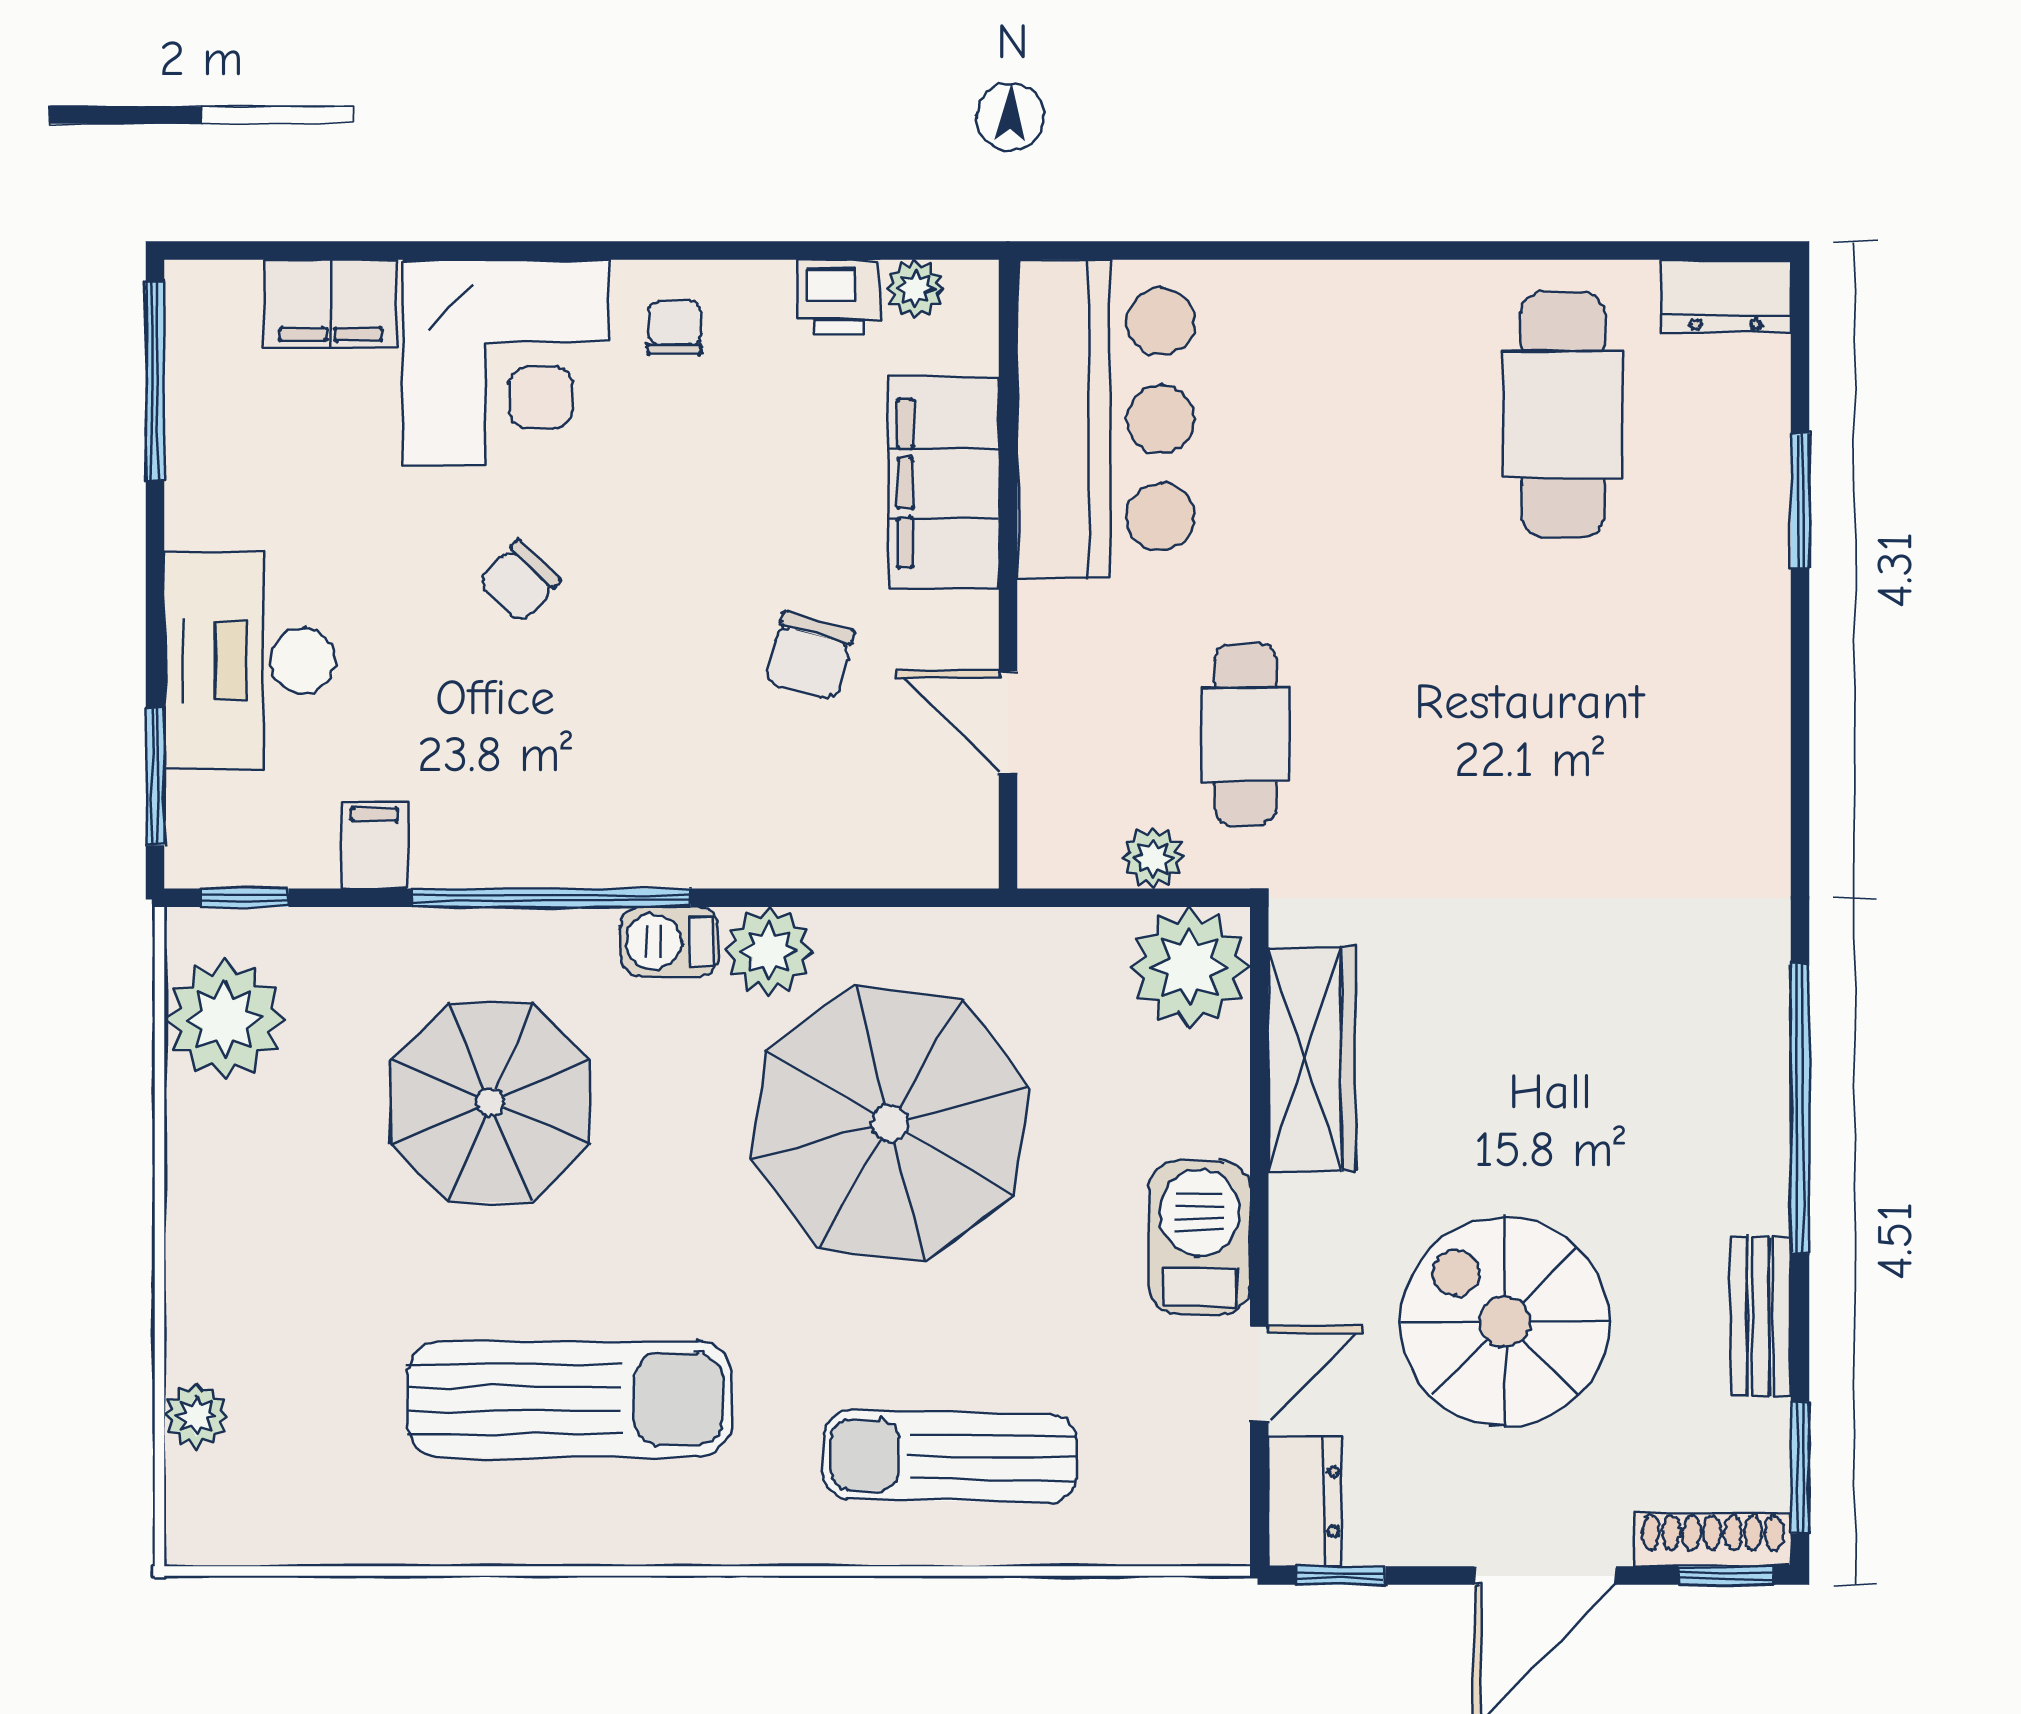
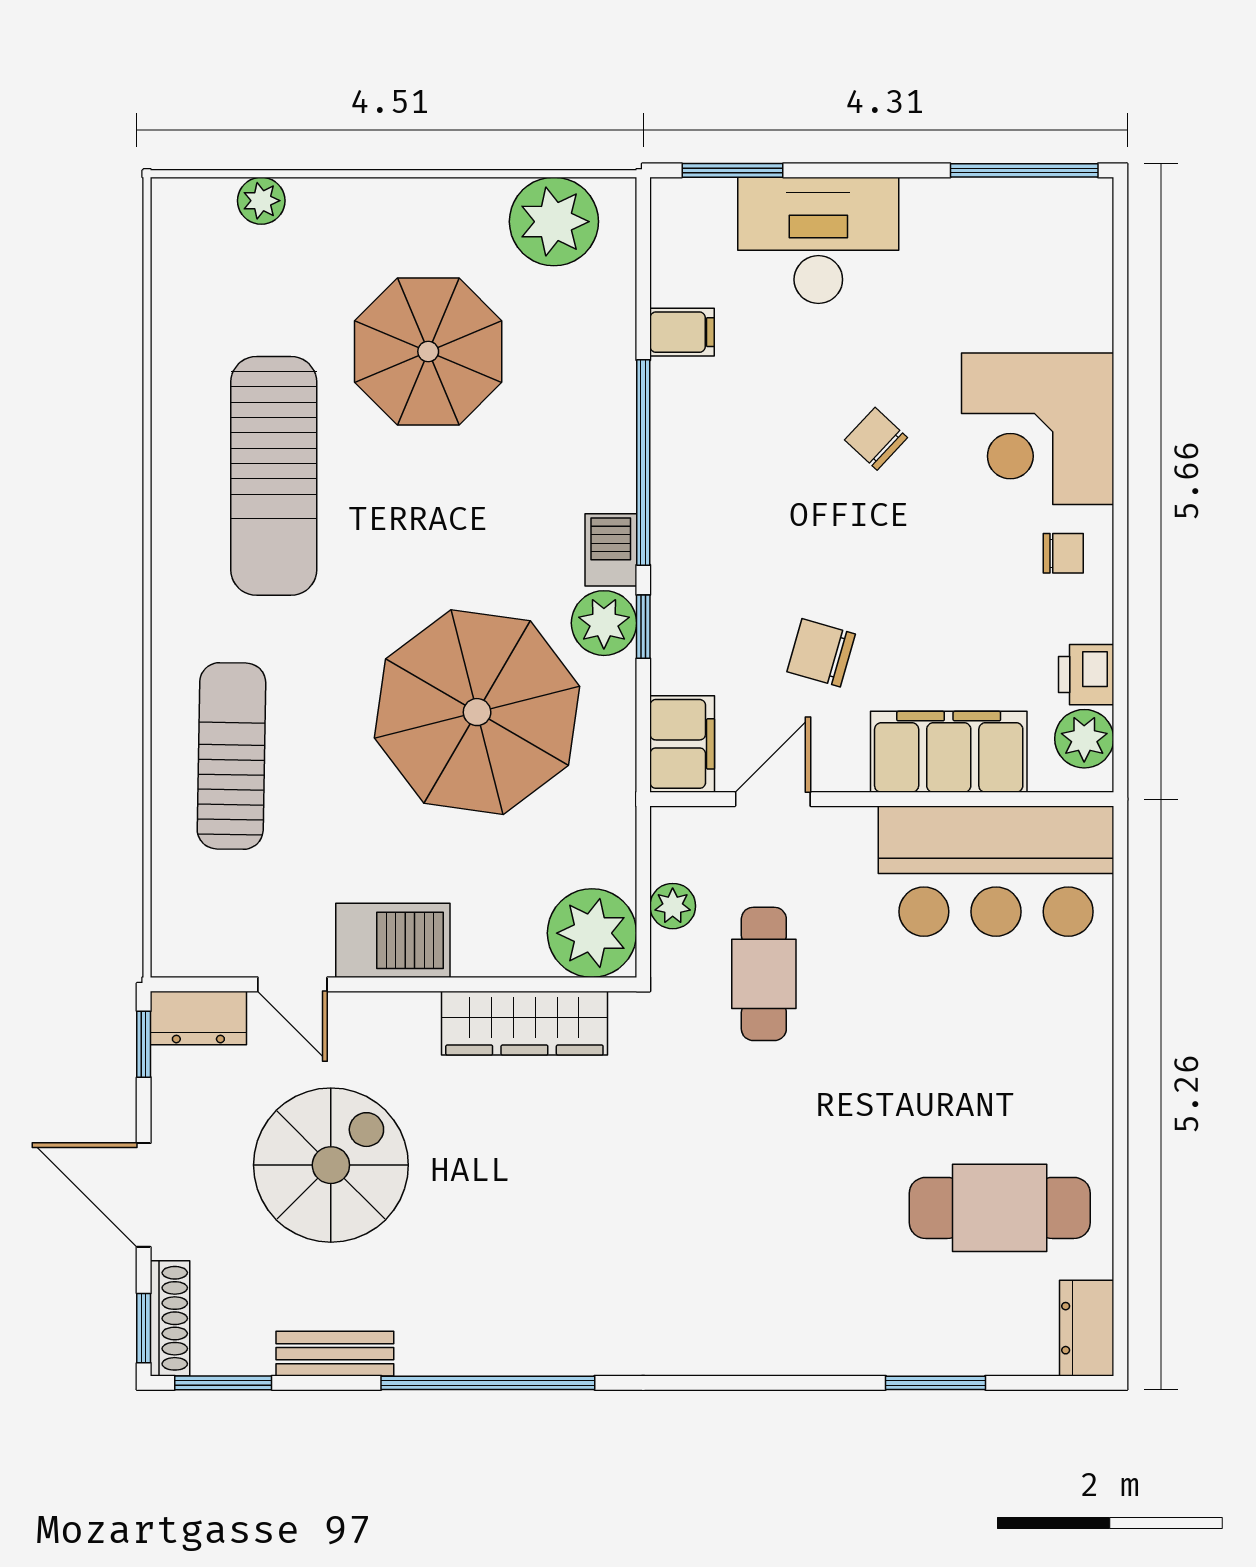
plant: (915, 289) -> (1084, 739), width x1.38, depth x1.38
filing cabinet: (331, 303) -> (682, 744), moved, turned 180
cafe table: (1245, 734) -> (764, 974), turned 90
window: (245, 898) -> (643, 627), moved
parasol: (490, 1102) -> (428, 351), moved

